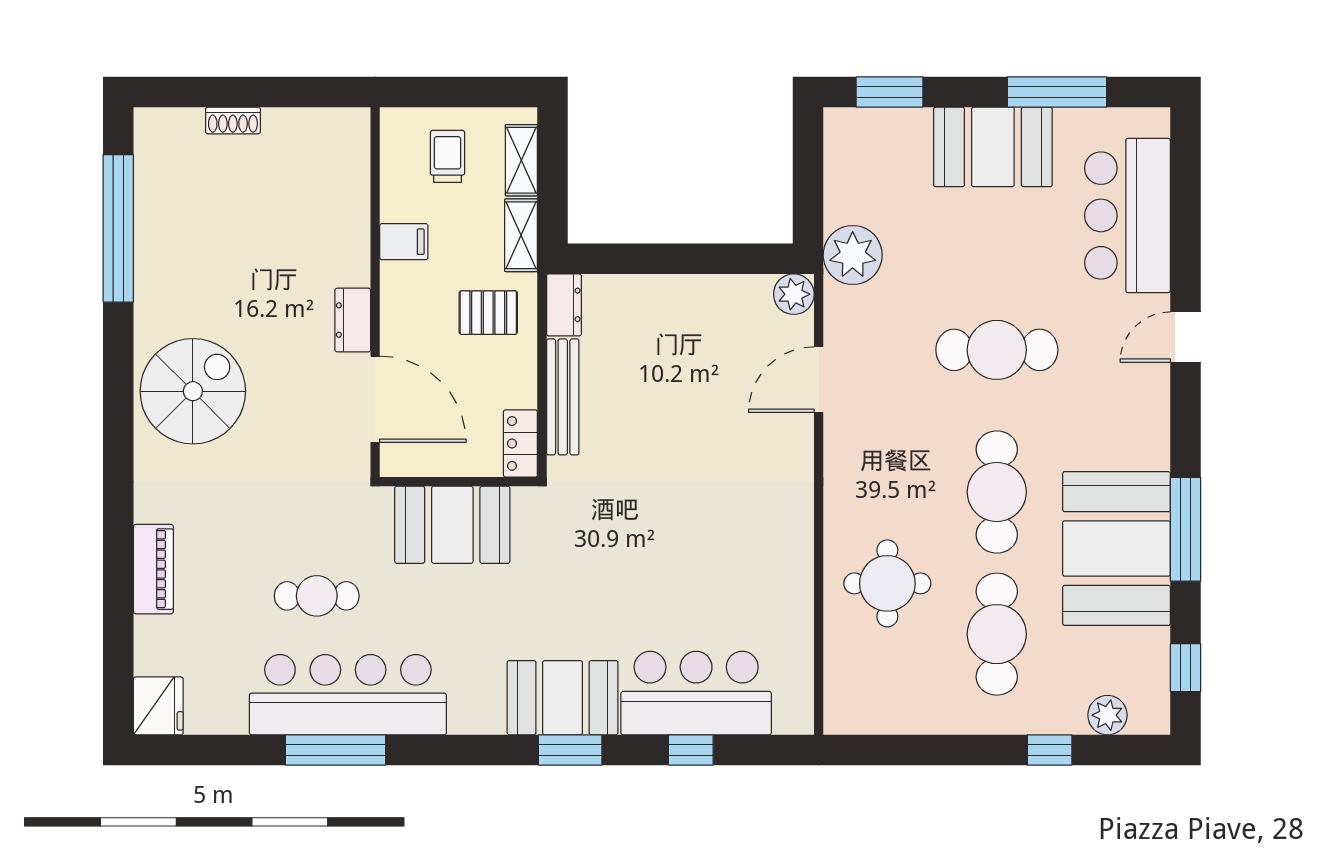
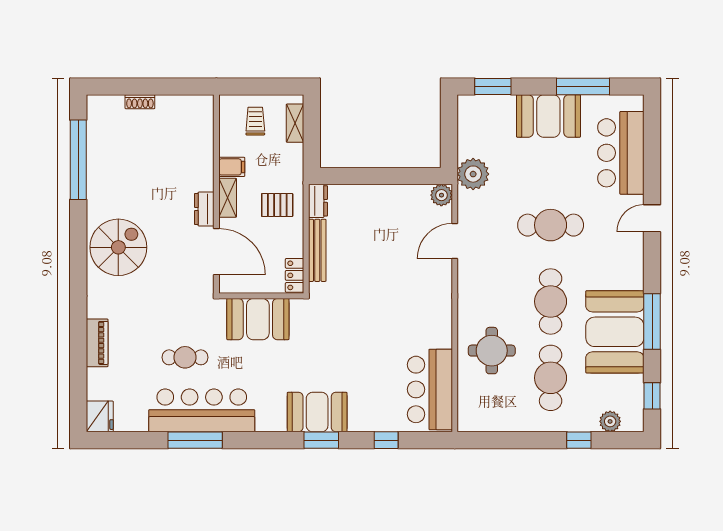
shelving: (521, 235) -> (228, 198), moved
bar counter: (696, 693) -> (430, 389), moved, turned -90

